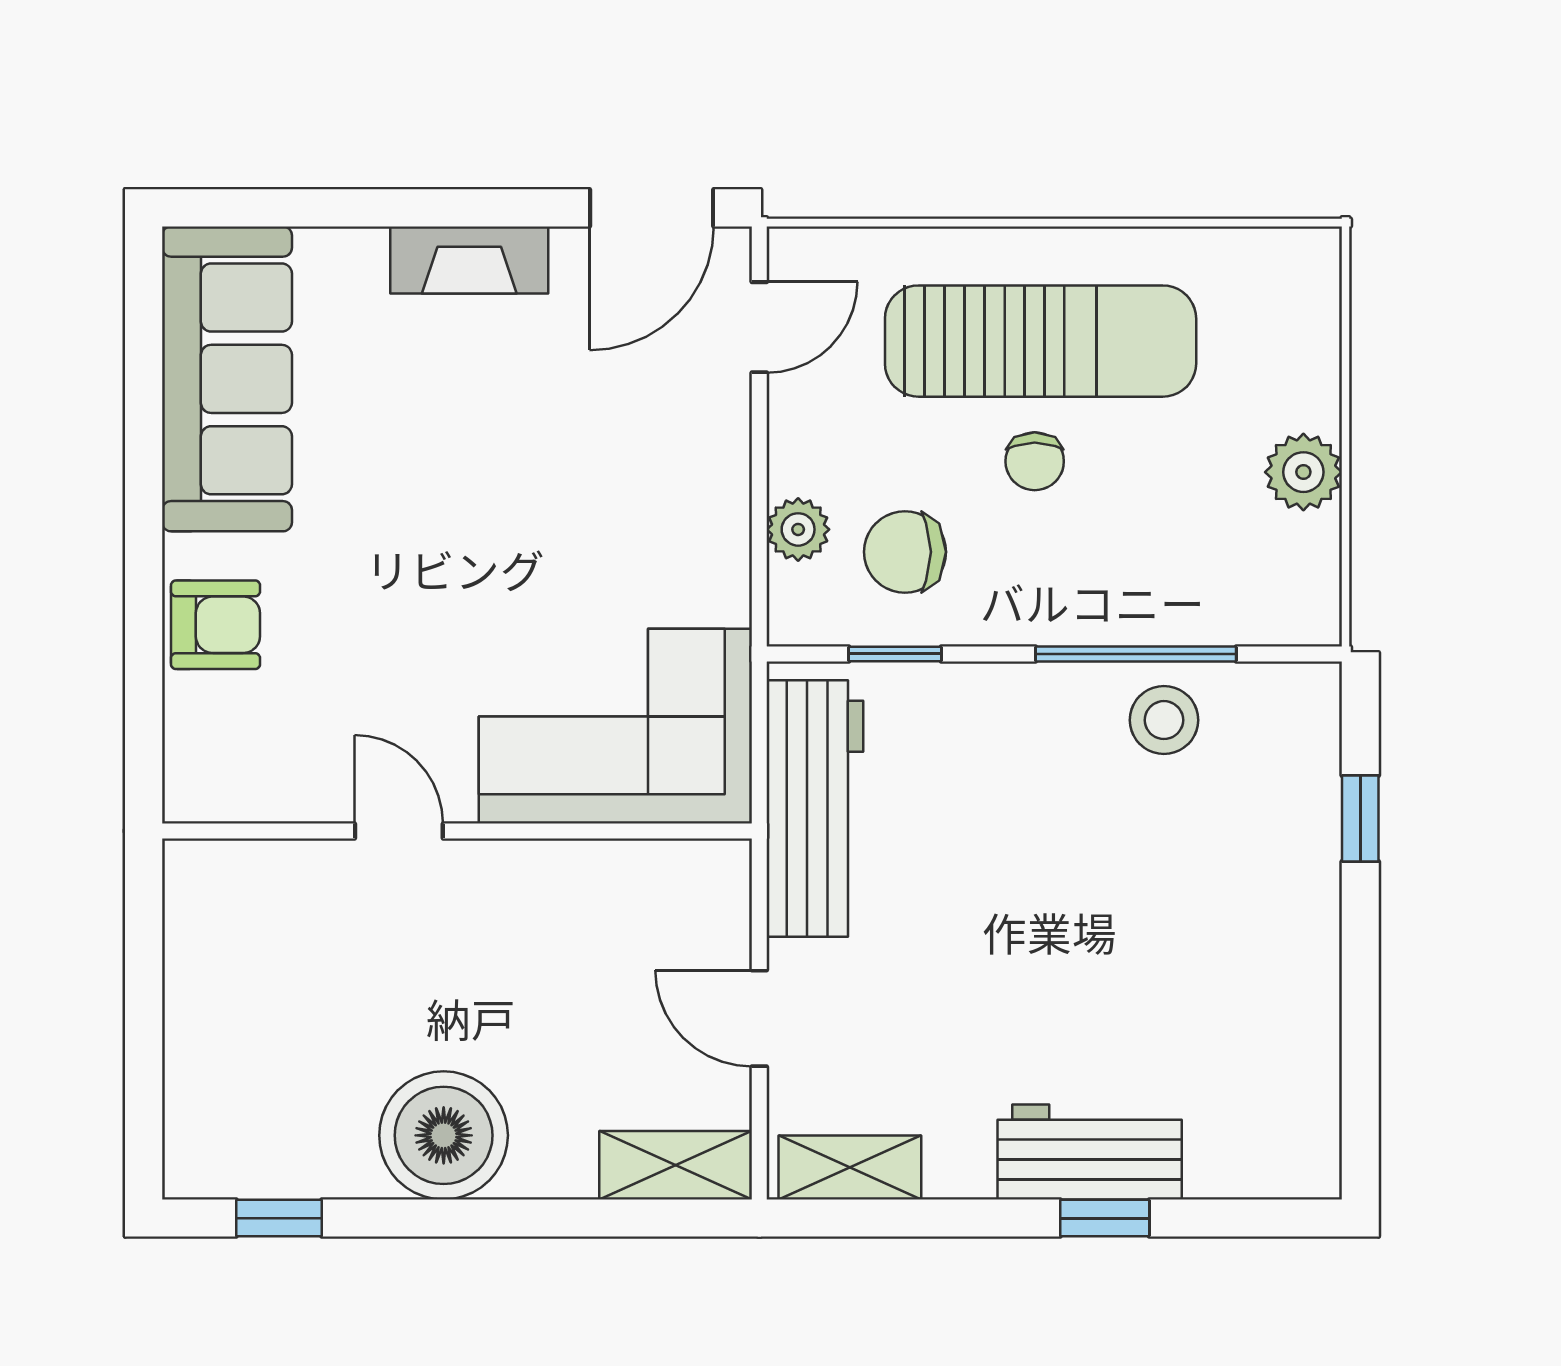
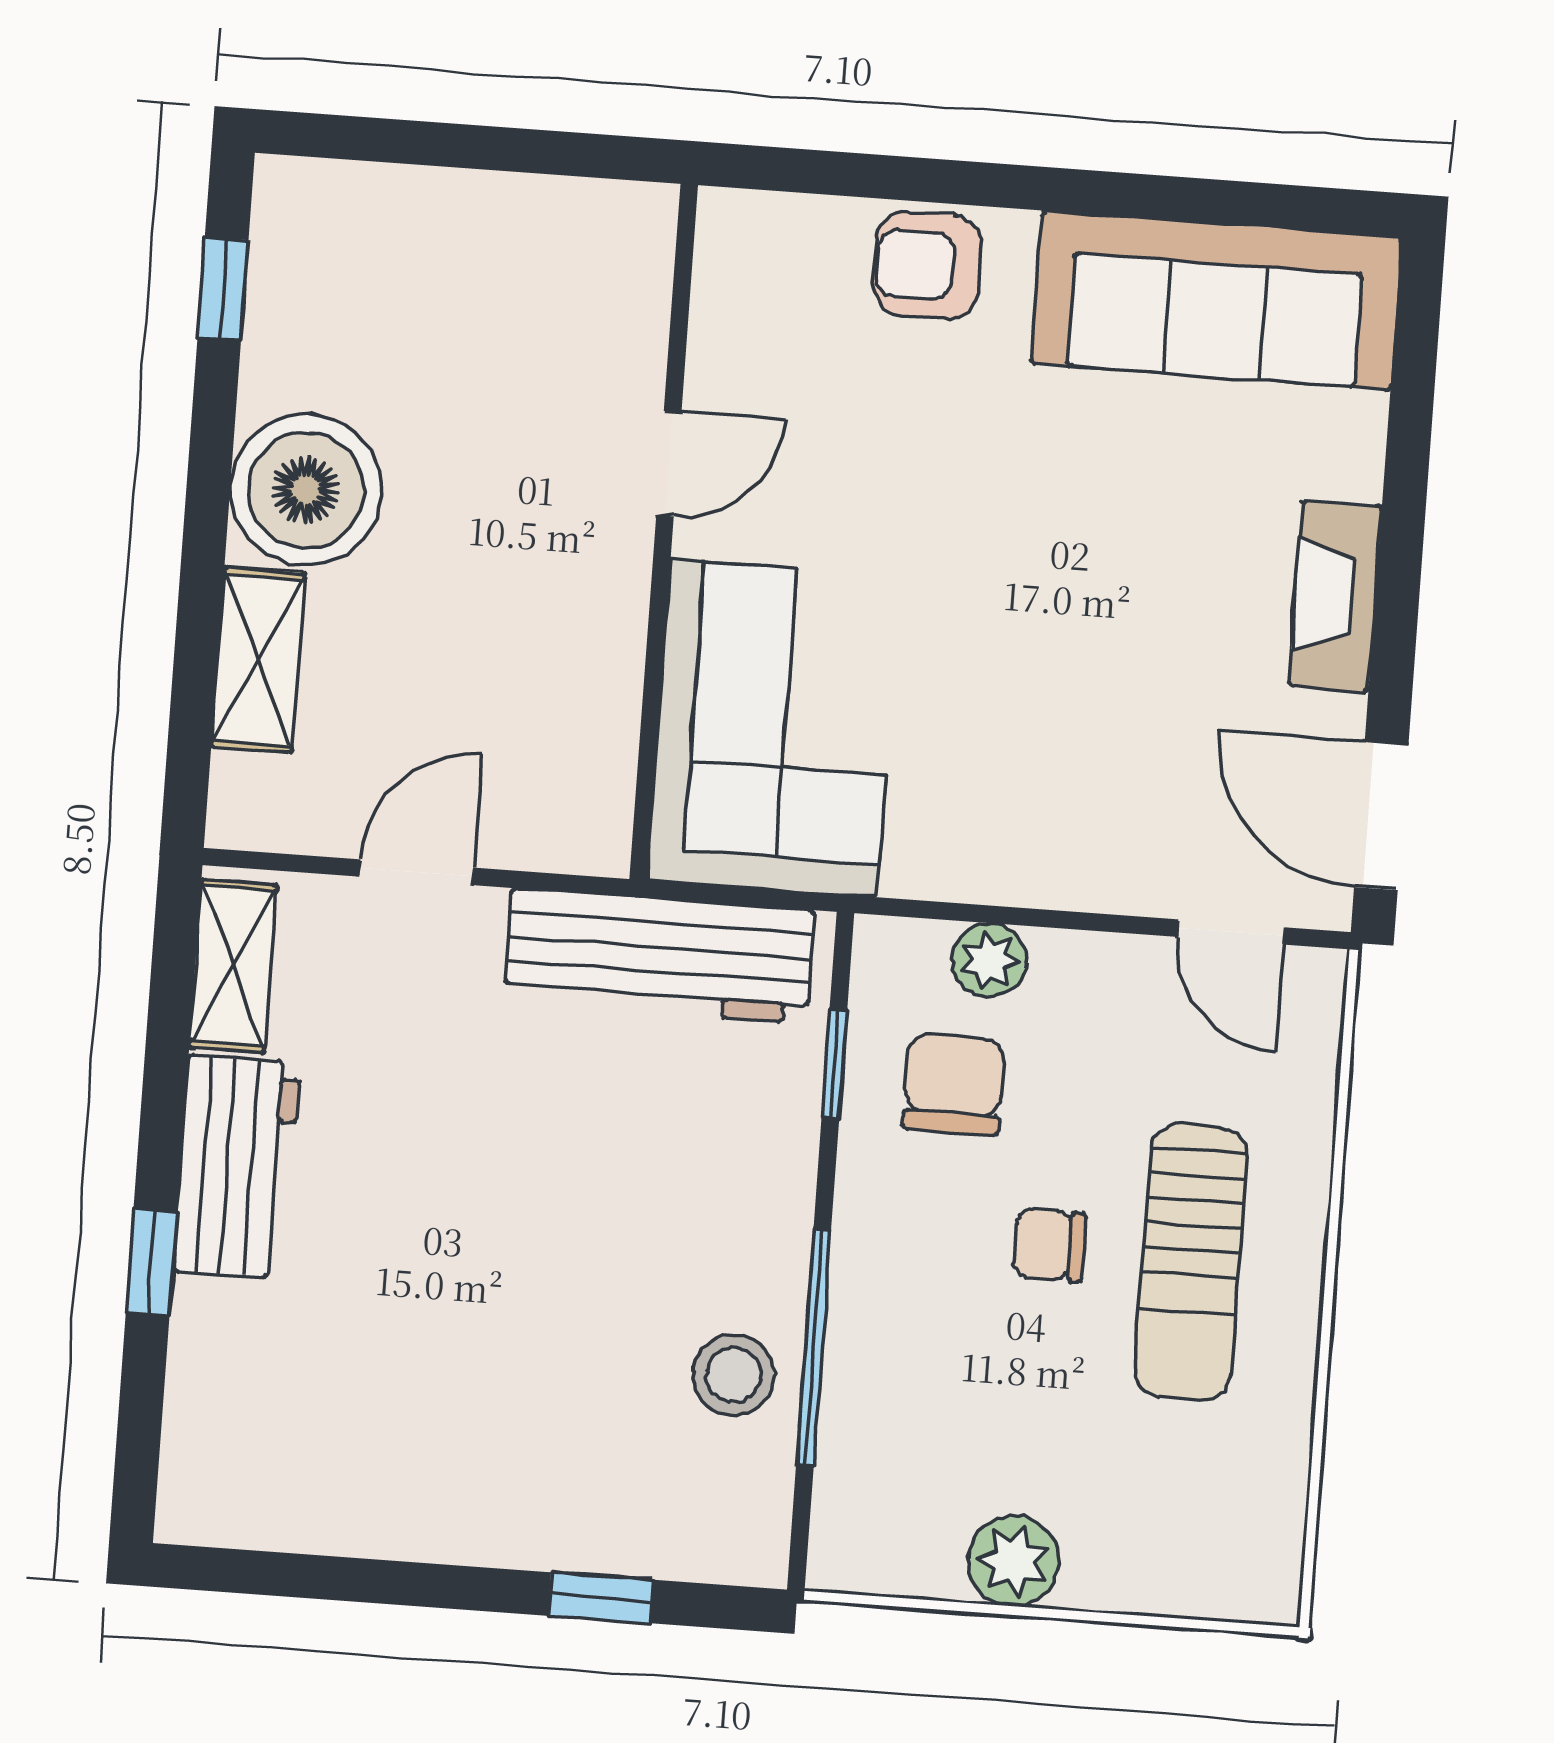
sun lounger: (1041, 341) -> (1191, 1262), width x0.73, depth x0.75
armchair: (215, 625) -> (928, 265), turned 90
workbench: (1090, 1152) -> (237, 1167), moved
shelving: (676, 1165) -> (258, 660), moved

